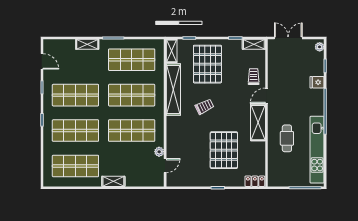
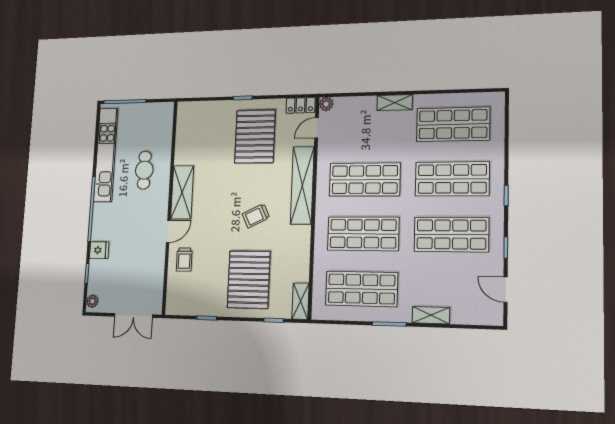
shelving: (254, 44) -> (181, 308), removed
shelving: (173, 89) -> (302, 185), moved
pallet: (224, 150) -> (255, 136), moved
plant: (159, 152) -> (326, 104), moved
locker: (255, 181) -> (301, 105), moved

